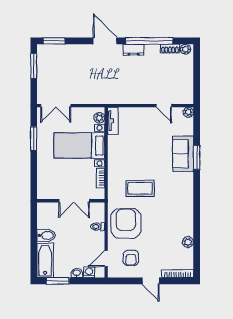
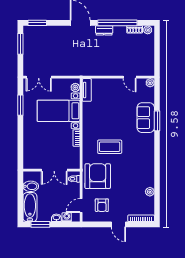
wall: (71, 201) -> (51, 170), moved
double door: (74, 201) -> (54, 170), moved

